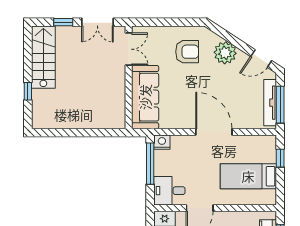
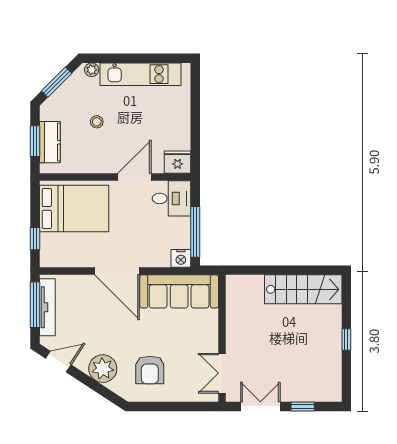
armchair: (187, 52) -> (150, 370), turned -90
stairs: (43, 57) -> (303, 289), moved, turned -90
window: (28, 91) -> (346, 340), moved
sofa: (145, 97) -> (179, 291), moved, turned -90
bed: (248, 176) -> (74, 208), width x1.50

